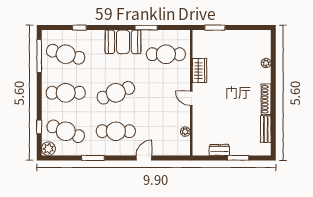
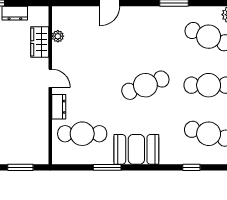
wardrobe: (200, 70) -> (40, 42), moved
dresser: (184, 76) -> (59, 107), added
cafe table: (116, 131) -> (145, 37), removed

